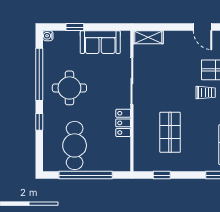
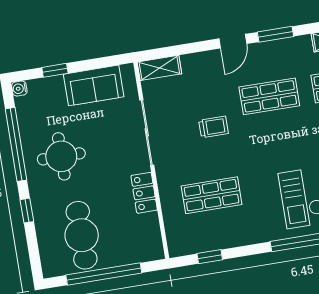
door: (203, 27) -> (233, 41), hinge flipped
trolley: (206, 93) -> (214, 127), moved
shop shelf: (170, 132) -> (212, 195), turned 90

